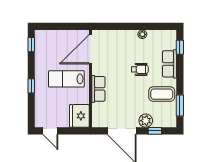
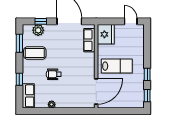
window: (180, 47) -> (19, 79), moved
row of seats: (169, 64) -> (28, 96), moved
window: (31, 86) -> (147, 74), moved
row of seats: (98, 89) -> (89, 40), moved
plant: (146, 121) -> (38, 30), moved

